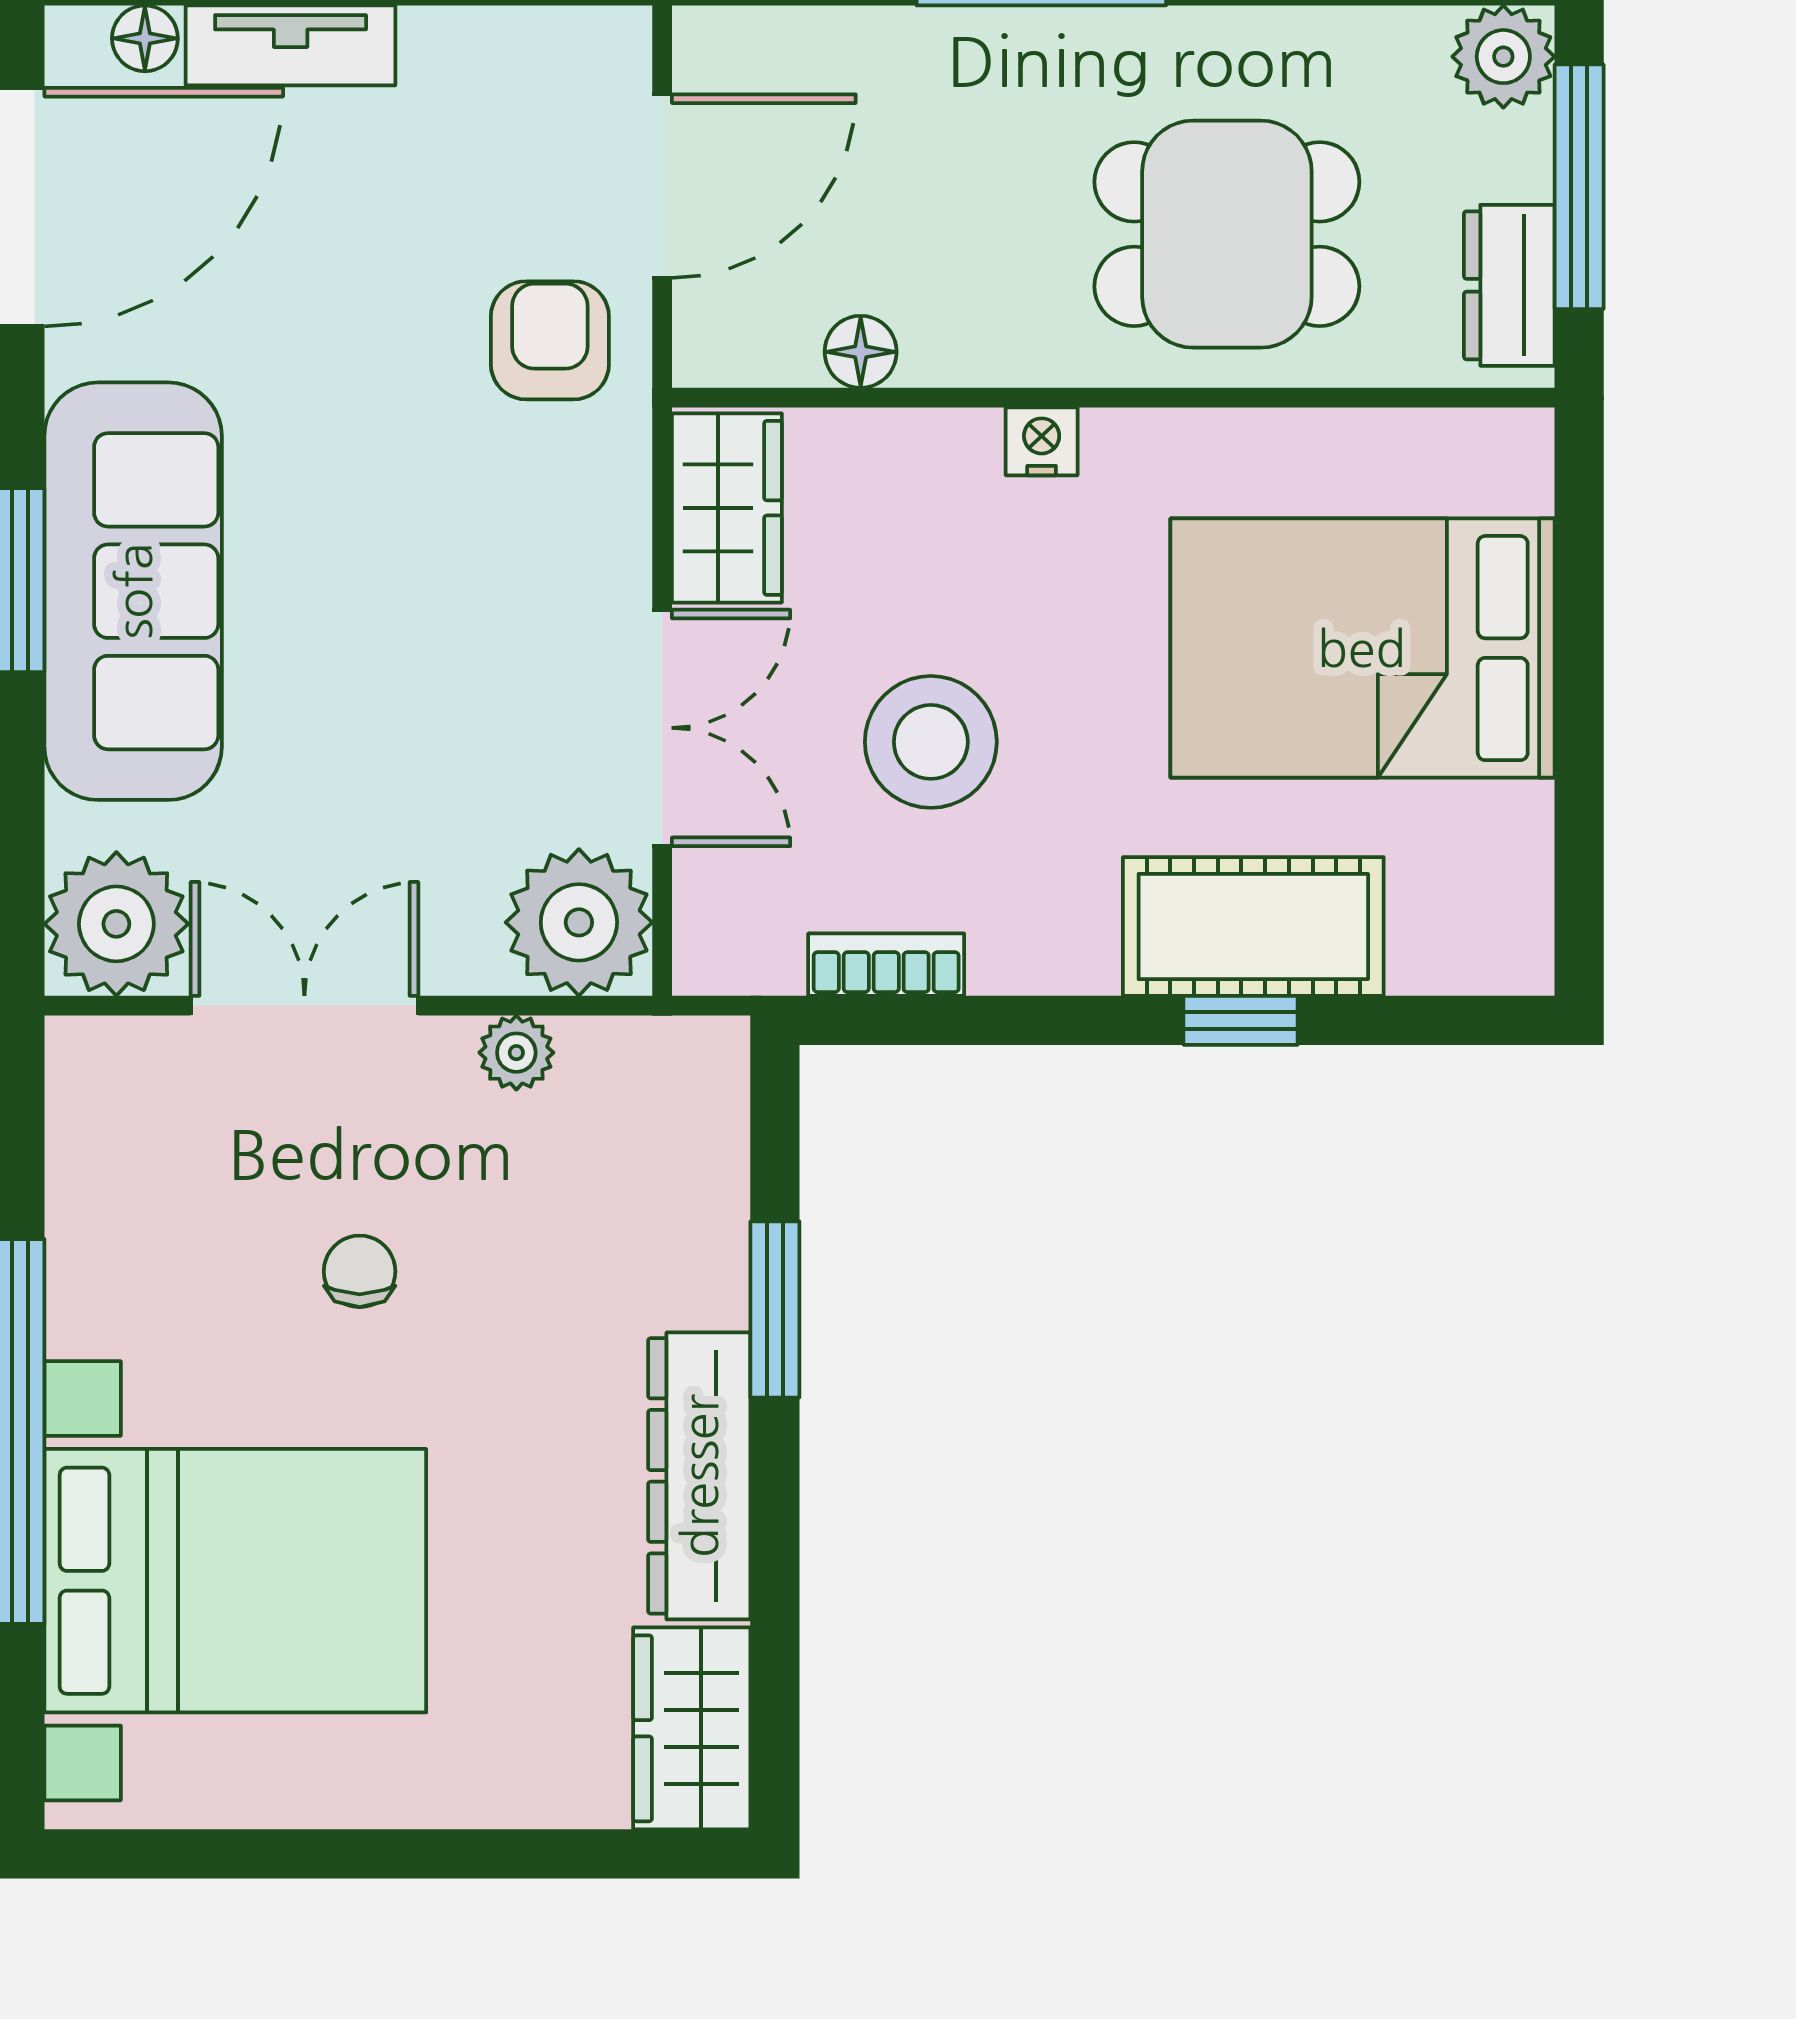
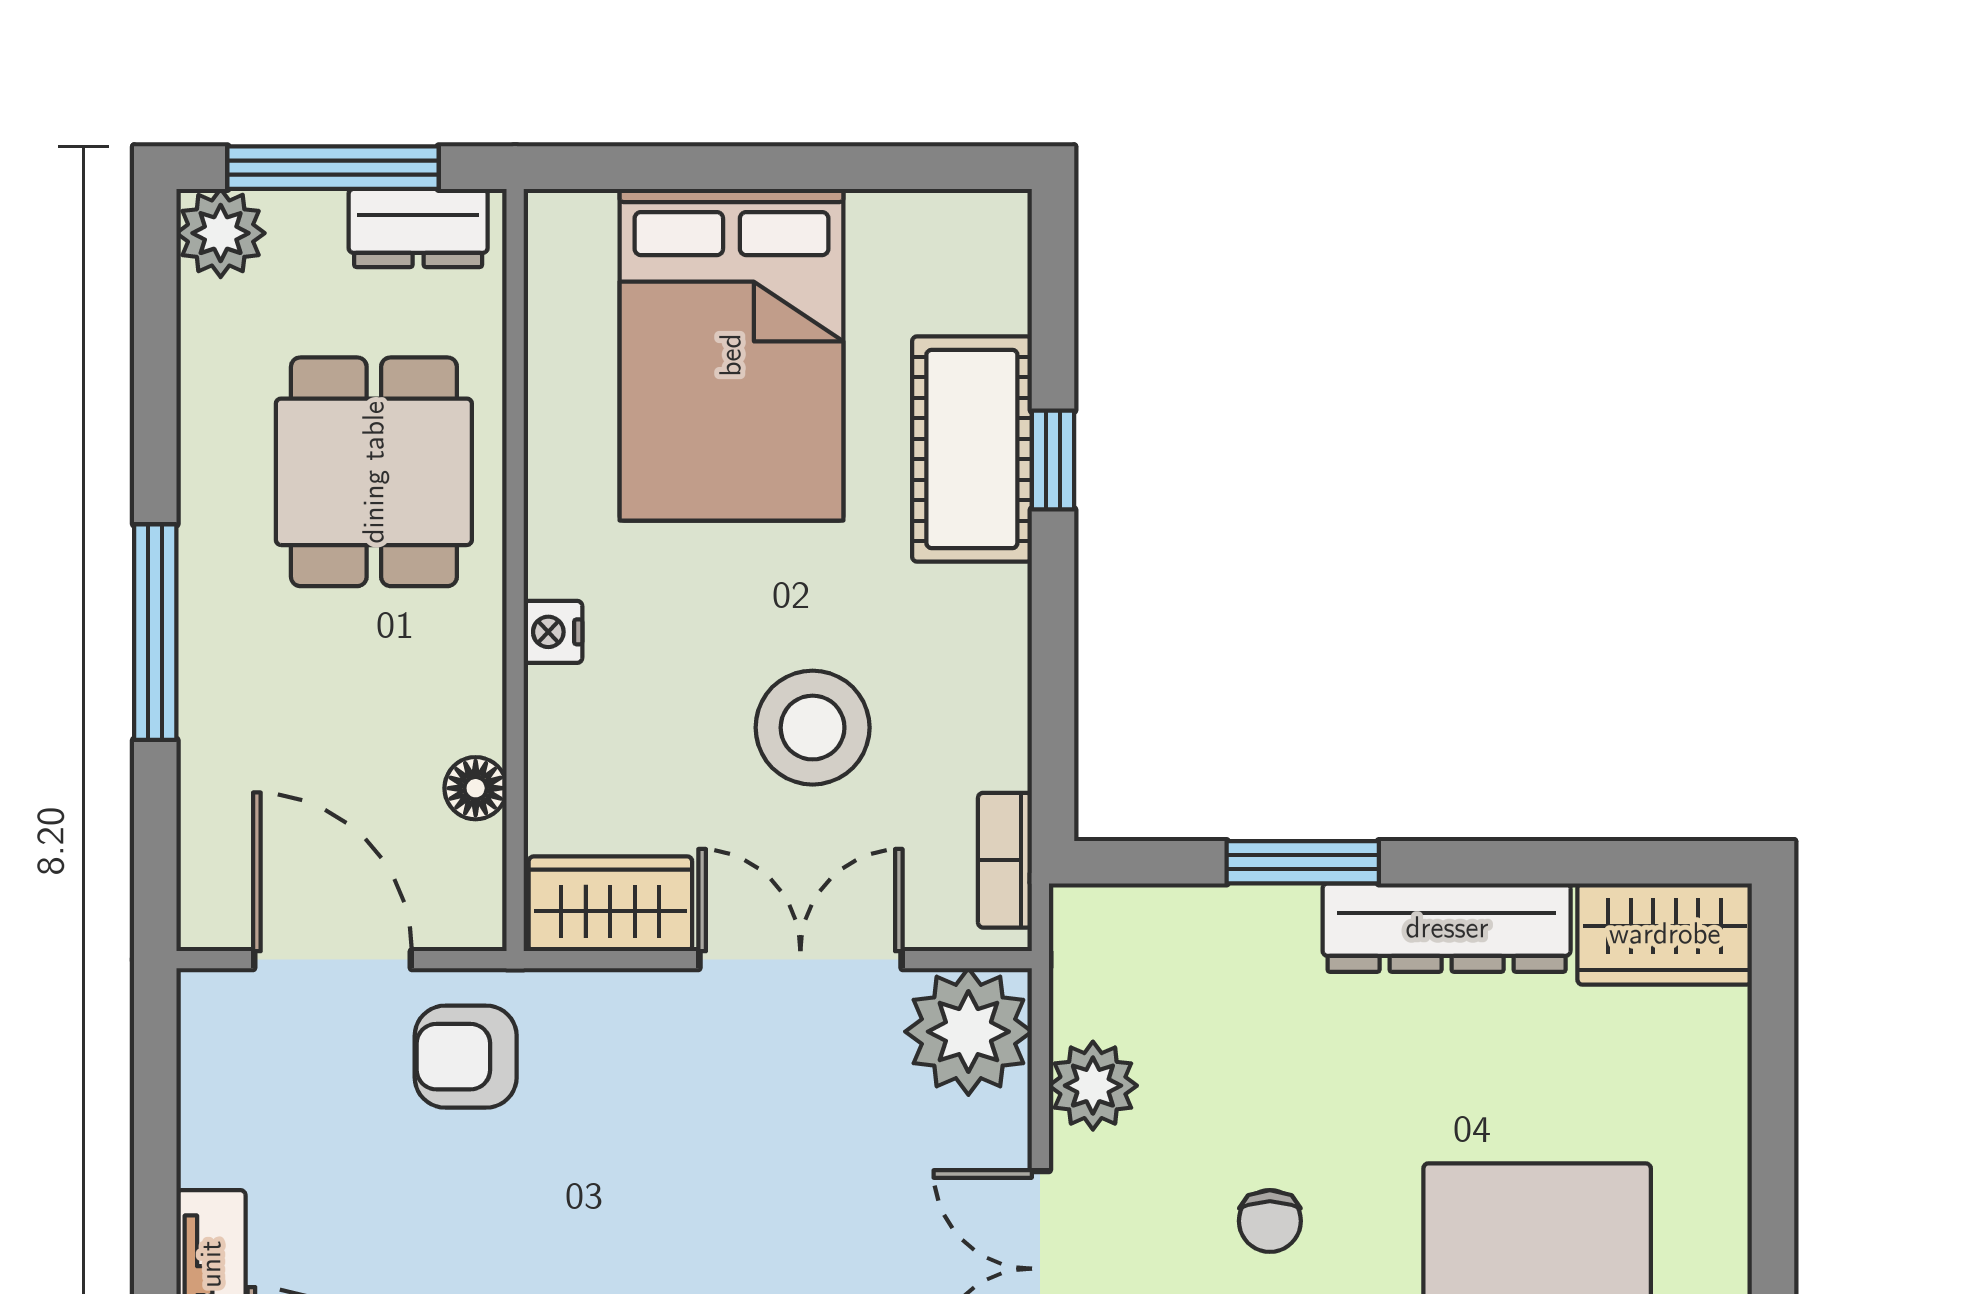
bookcase: (886, 965) -> (1005, 860), moved
plant: (516, 1053) -> (1093, 1086), width x1.38, depth x1.38
chair: (360, 1271) -> (1270, 1221), turned -90

